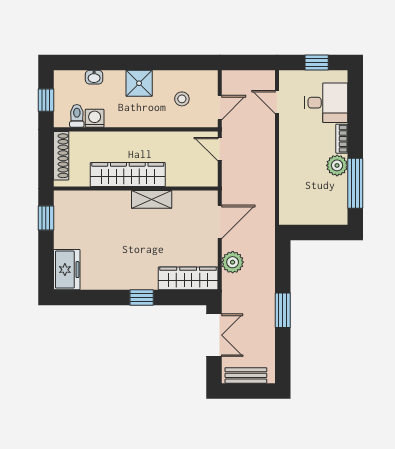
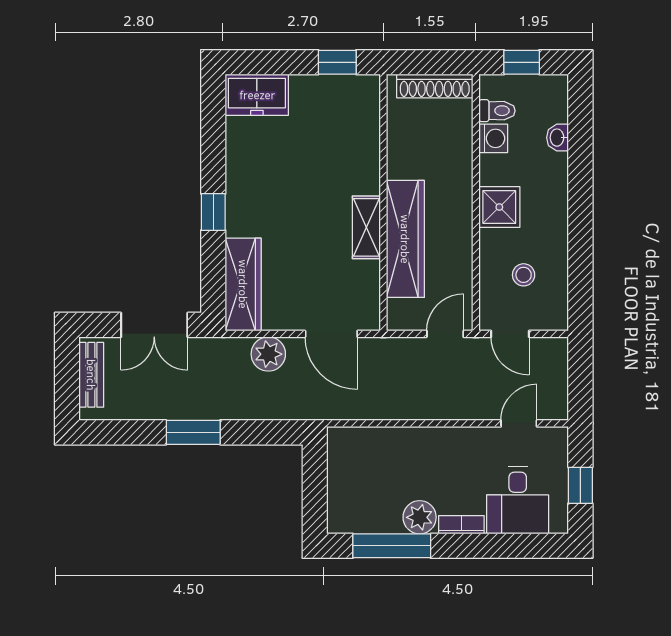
shower: (139, 83) -> (499, 207), moved
wardrobe: (128, 175) -> (405, 239), moved

